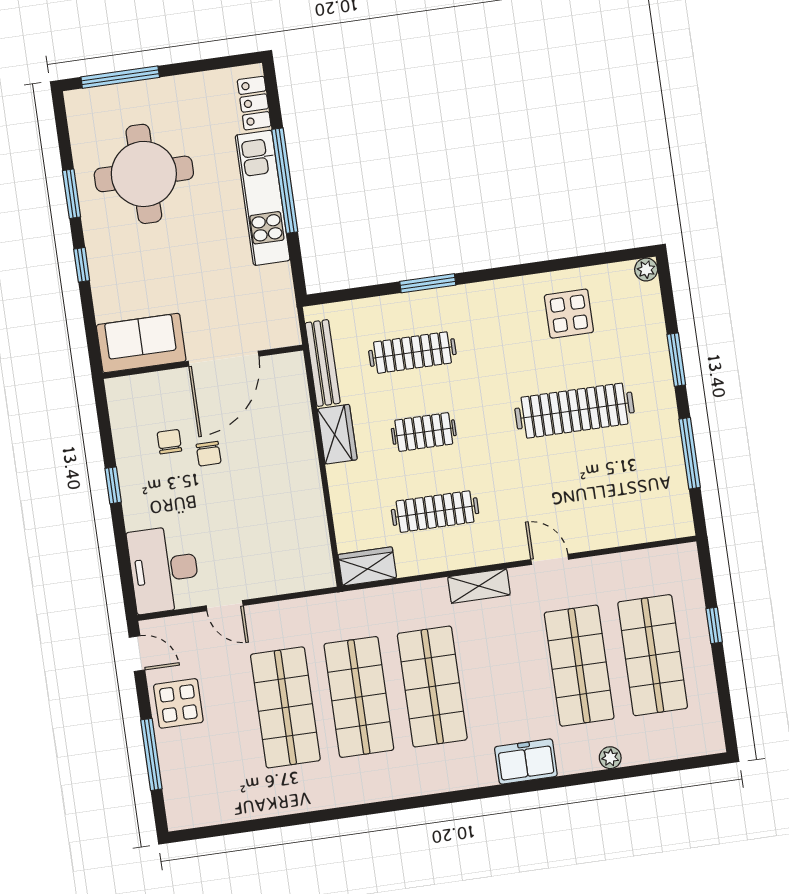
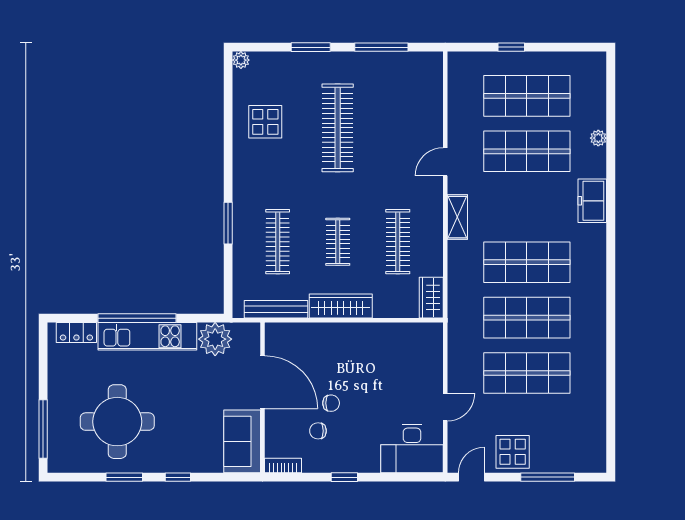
plant: (272, 288) -> (215, 339), added
bookcase: (117, 402) -> (283, 465), added
wardrobe: (337, 434) -> (341, 306), width x1.50

